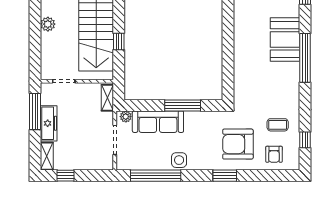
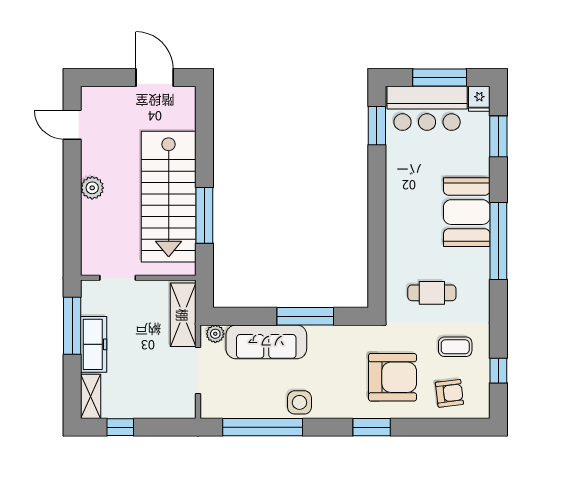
window: (119, 42) -> (204, 215), width x2.17
cafe table: (263, 91) -> (432, 293), added
shelving: (107, 98) -> (183, 315), width x1.50, depth x1.33
armchair: (238, 144) -> (392, 377), turned 180
armchair: (274, 154) -> (449, 393), turned -97

